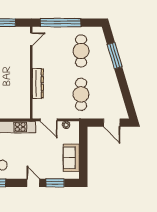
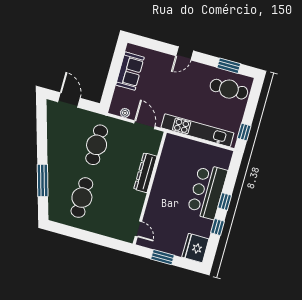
window: (61, 23) -> (97, 239), removed
door: (31, 39) -> (138, 229), swing flipped
door: (33, 183) -> (185, 53), hinge flipped
window: (55, 183) -> (158, 46), removed

